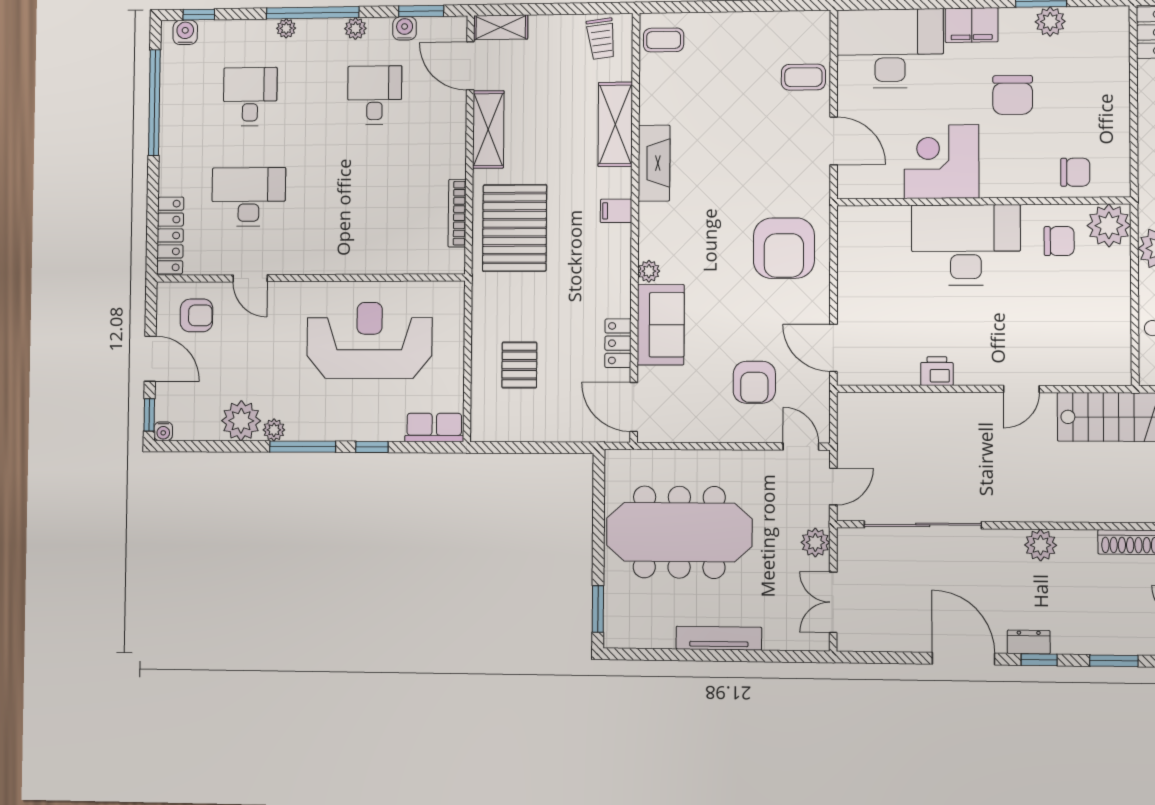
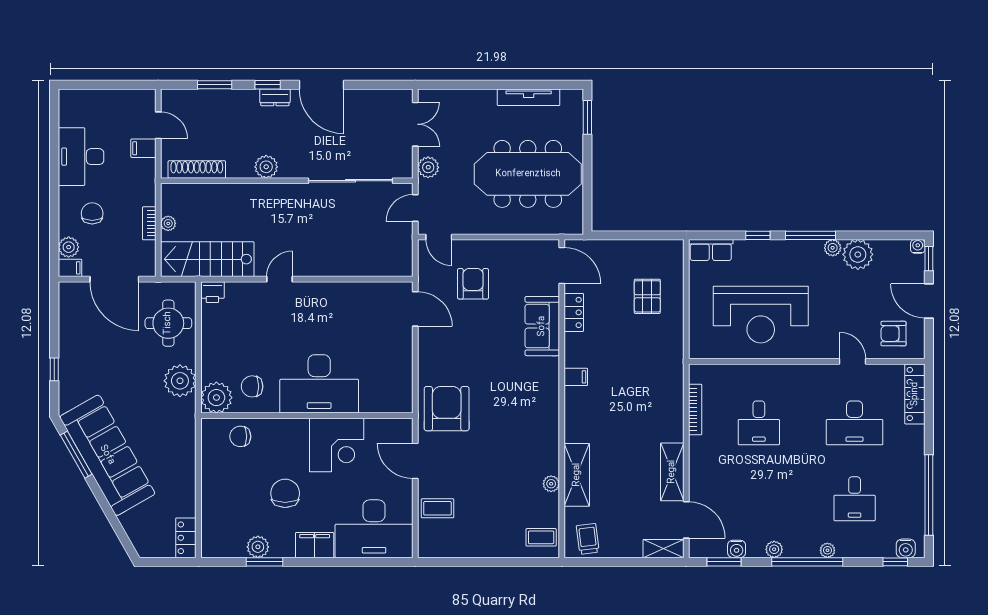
desk: (375, 95) -> (759, 423), moved
fireplace: (654, 163) -> (548, 446), removed
filing cabinet: (616, 211) -> (576, 377), moved
pallet: (515, 228) -> (652, 398), removed
armchair: (784, 248) -> (447, 409), moved
plant: (649, 271) -> (551, 484), moved
printer: (937, 371) -> (212, 292), moved
tv unit: (719, 638) -> (529, 97), moved

